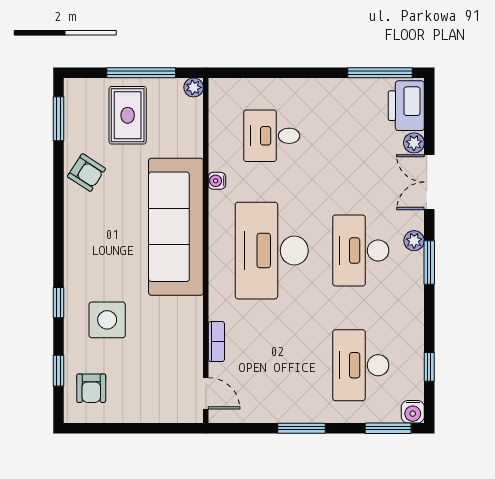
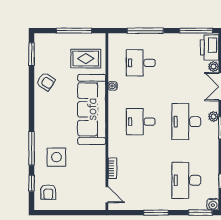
window: (281, 73) -> (145, 31), added
plant: (194, 87) -> (101, 38), removed
rug: (128, 115) -> (86, 59), moved, turned 90
desk: (272, 251) -> (141, 122), width x0.53, depth x0.77
window: (58, 303) -> (32, 148), width x2.17

